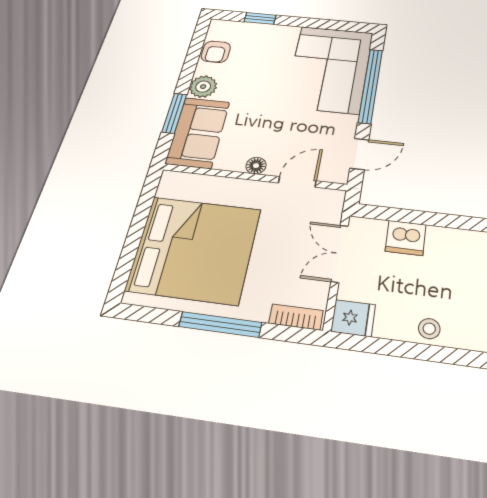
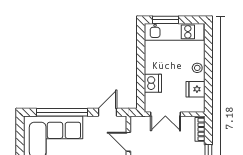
door: (359, 154) -> (107, 112), hinge flipped
fridge: (353, 318) -> (195, 89), moved, turned -90

